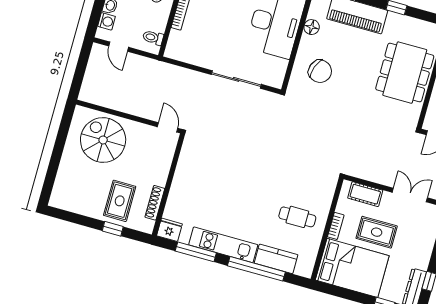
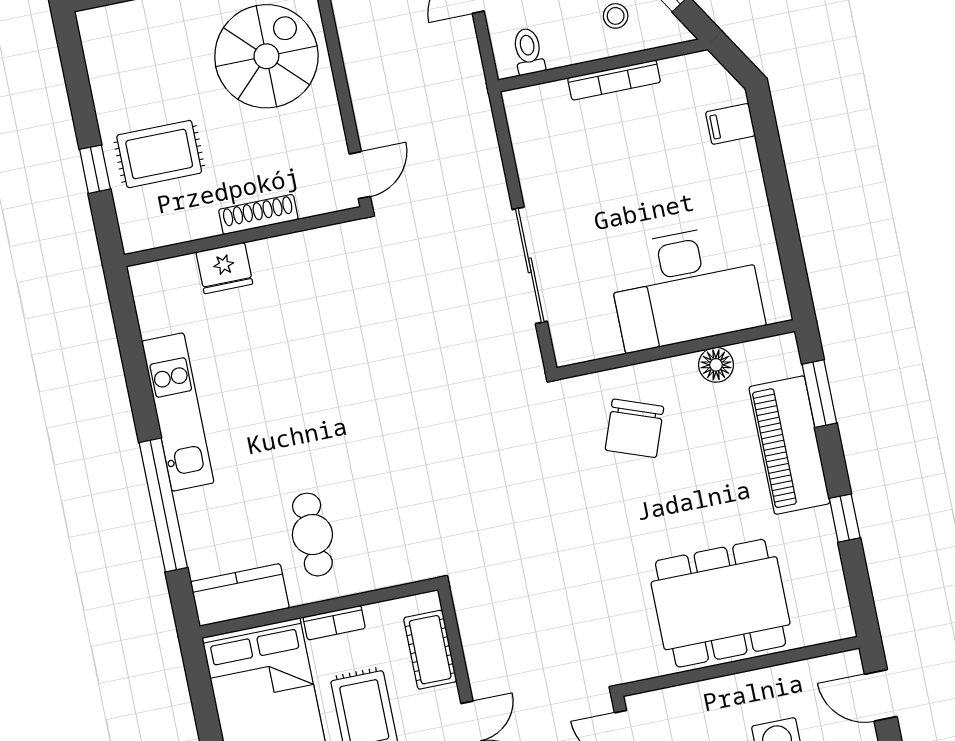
shoe rack: (155, 203) -> (258, 215), moved
fridge: (169, 230) -> (224, 268), moved, turned 90
window: (196, 252) -> (134, 363), removed
kitchen counter: (276, 259) -> (240, 595), moved, turned -90

